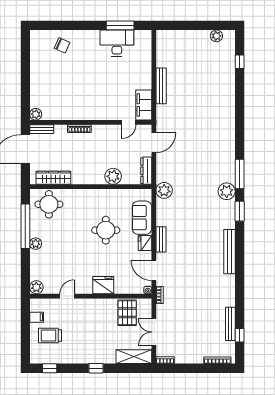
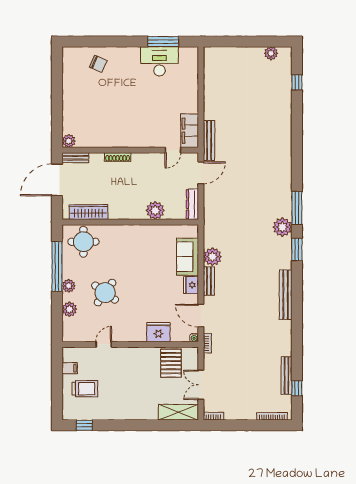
bench: (161, 86) -> (209, 140), moved
plant: (164, 190) -> (212, 257), moved
round table: (106, 230) -> (105, 293), moved, turned 36
fridge: (103, 285) -> (158, 332), moved
plant: (36, 287) -> (69, 309), moved
trolley: (50, 336) -> (85, 389), turned 180
window: (96, 368) -> (136, 425), removed

